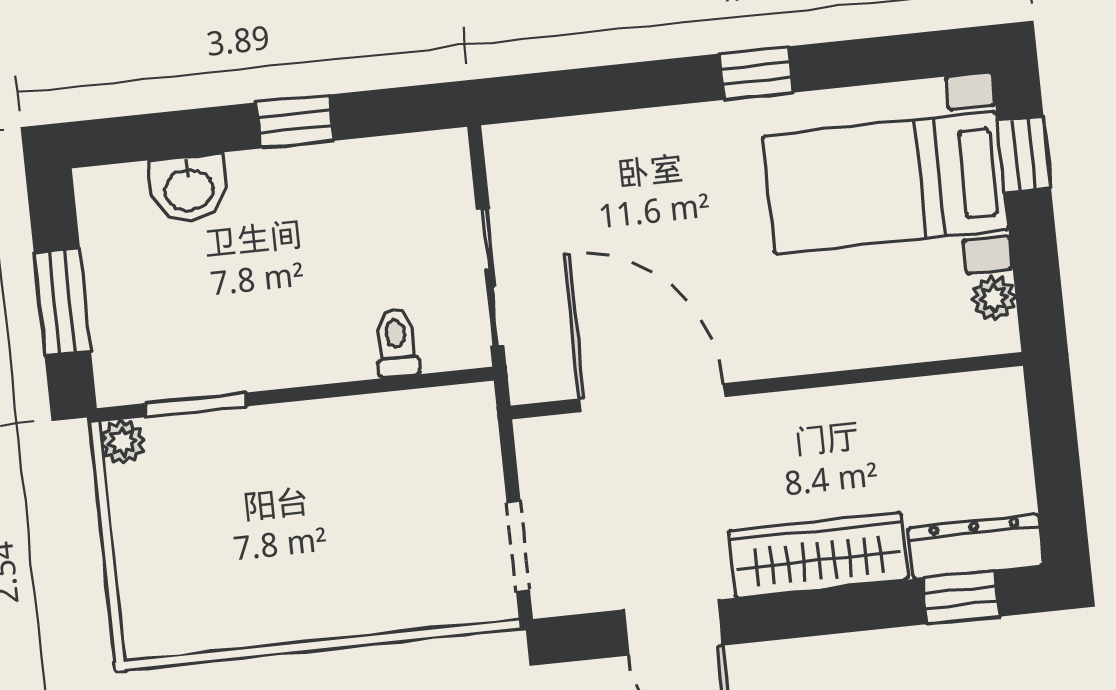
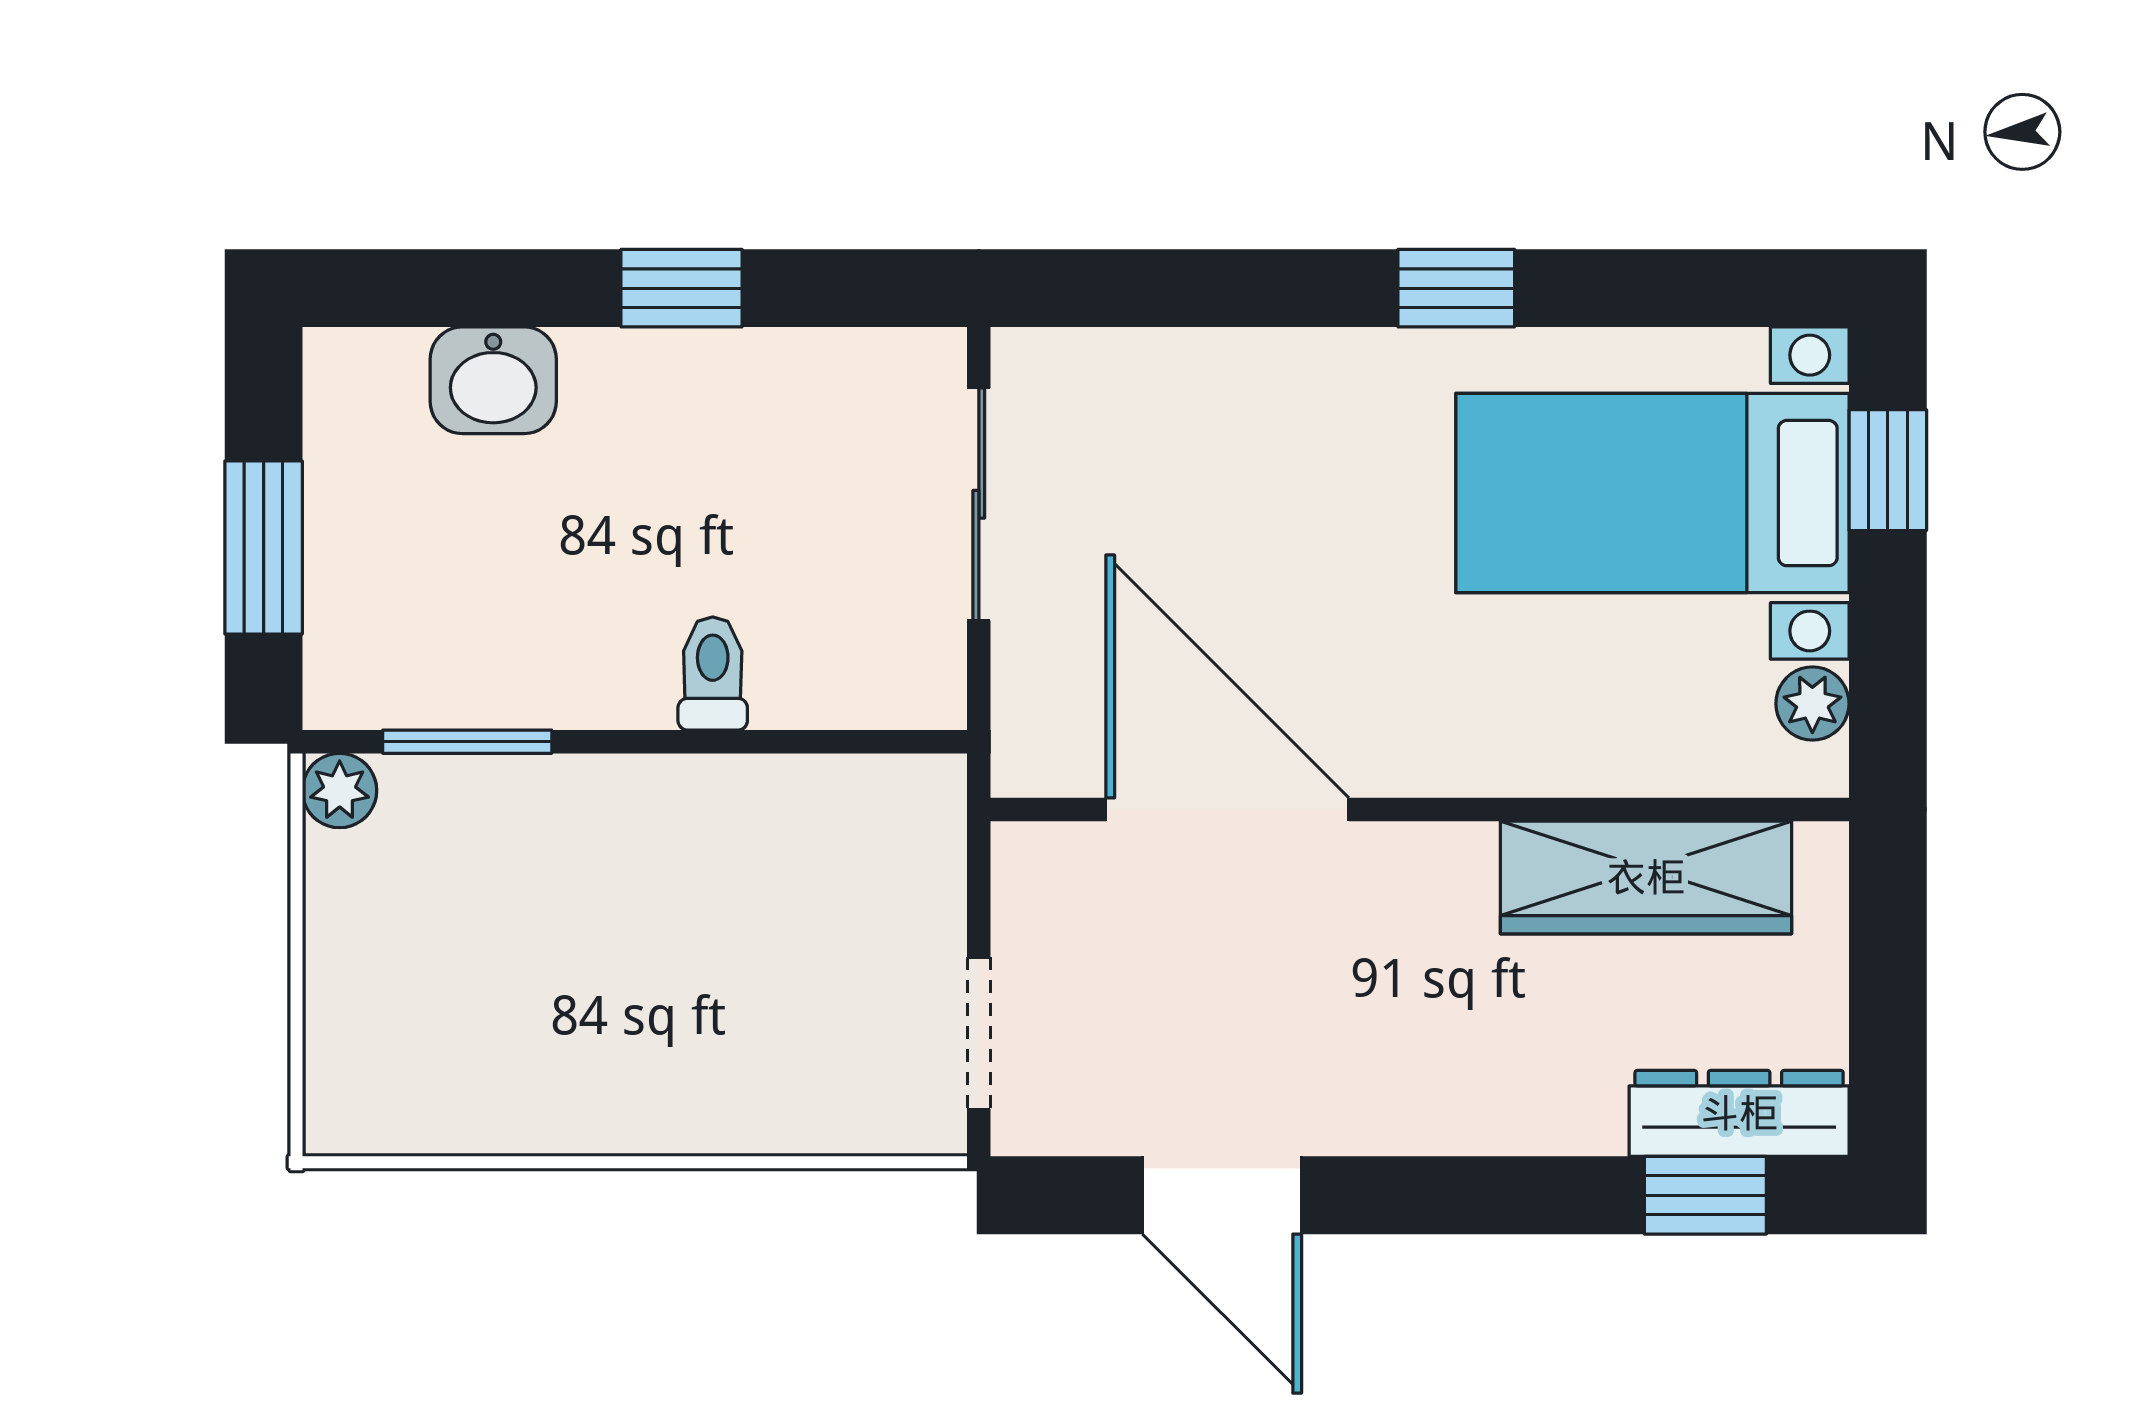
sliding door: (490, 278) -> (979, 504), moved
toilet: (396, 343) -> (713, 673), moved
wardrobe: (818, 555) -> (1646, 877), moved, turned 180

